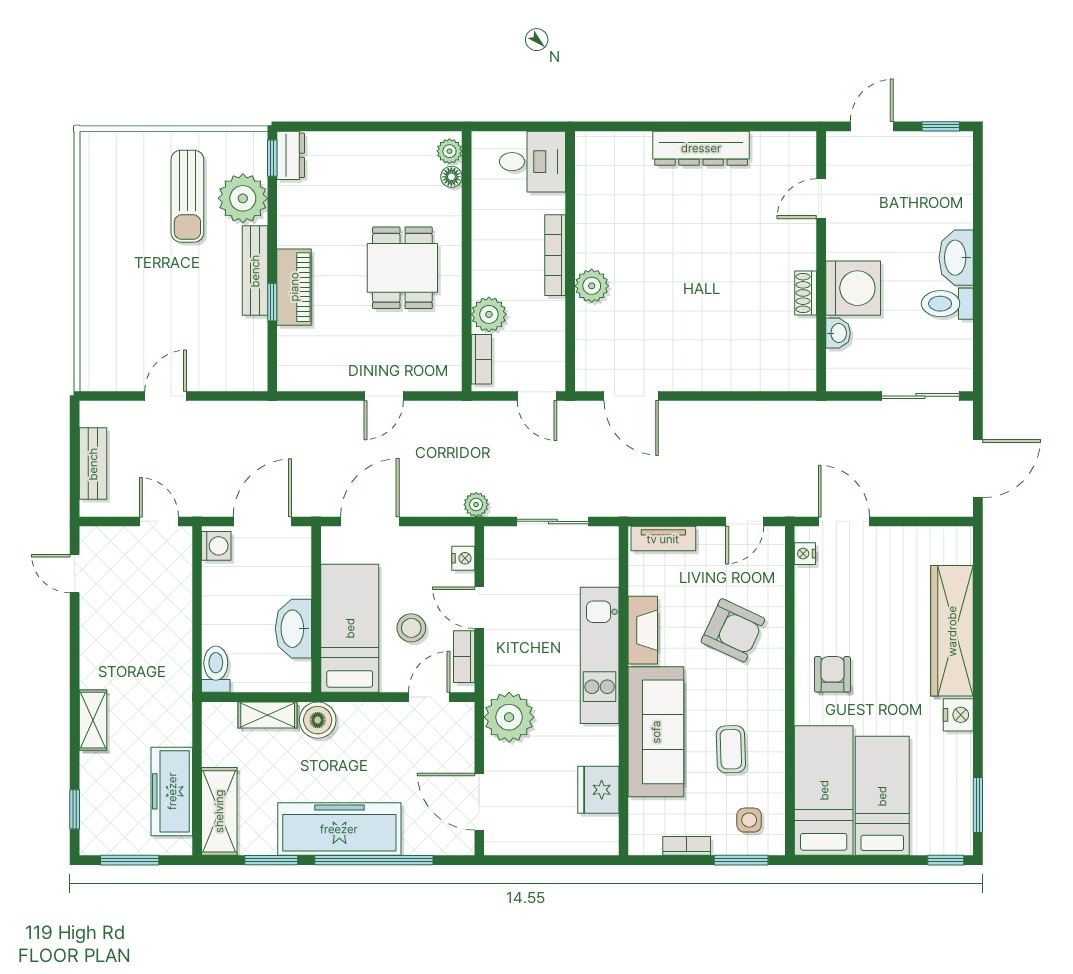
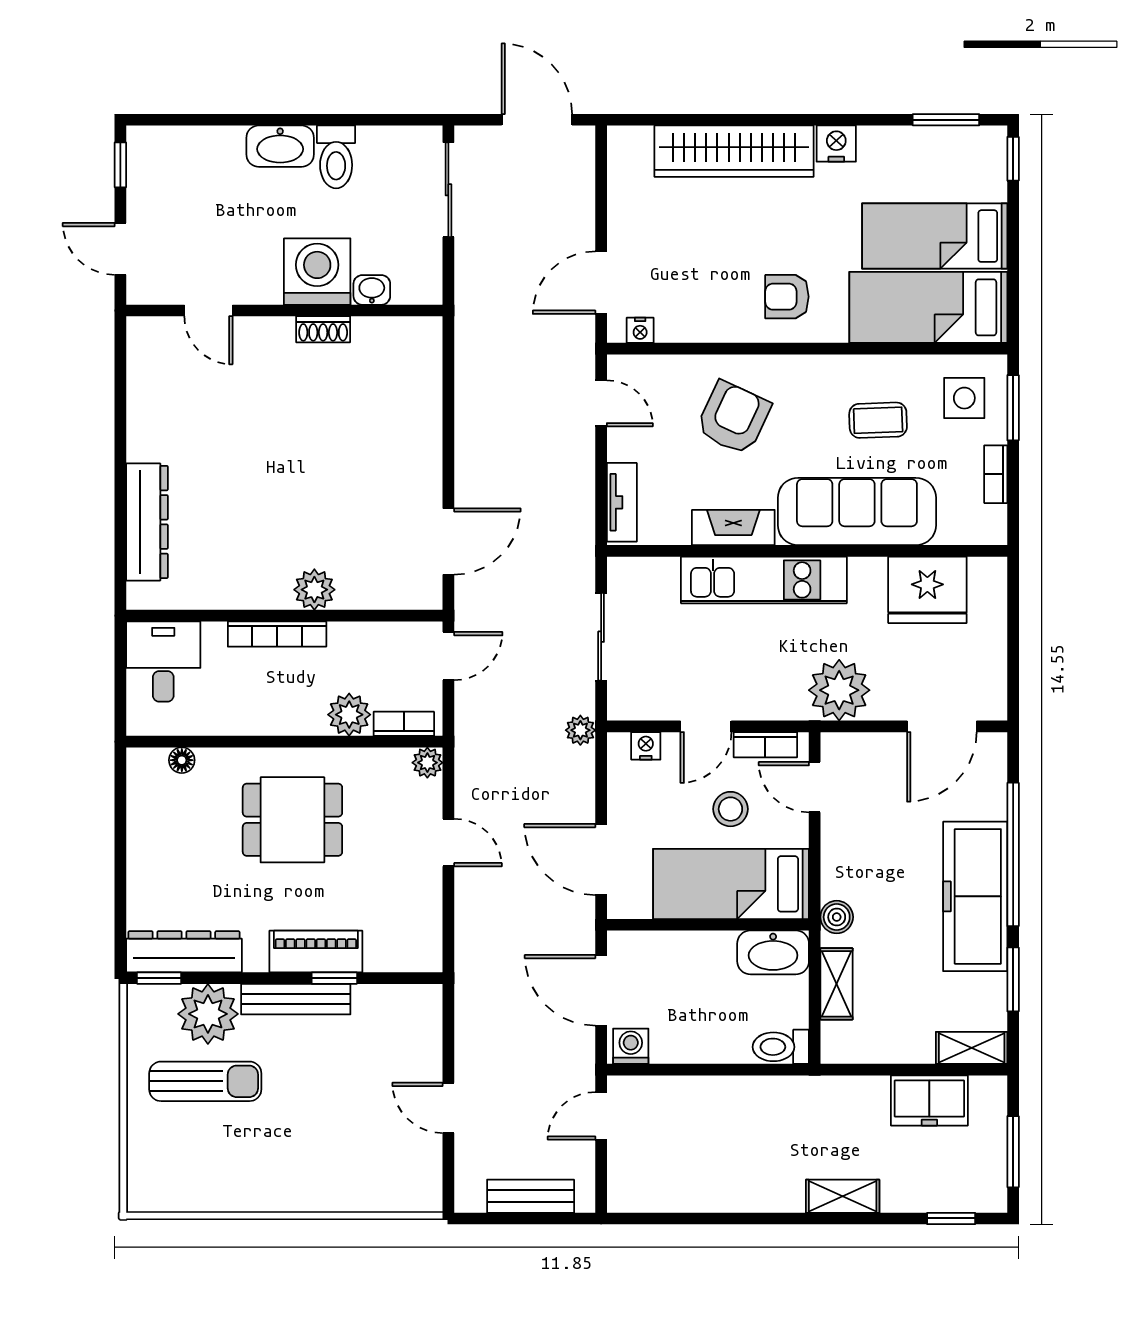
dresser: (701, 148) -> (147, 522), moved
plant: (449, 151) -> (427, 763), moved
dresser: (291, 155) -> (184, 952), width x1.96, depth x1.24
door: (75, 574) -> (664, 1218), removed
washbasin: (293, 629) -> (773, 952), moved
boiler: (318, 720) -> (837, 917), width x0.73, depth x0.73
fridge: (598, 790) -> (927, 590), width x1.36, depth x1.34
freezer: (172, 791) -> (929, 1100), width x0.71
shelving: (219, 811) -> (972, 1048), width x0.67, depth x0.75
side table: (749, 820) -> (964, 398), width x1.37, depth x1.37

